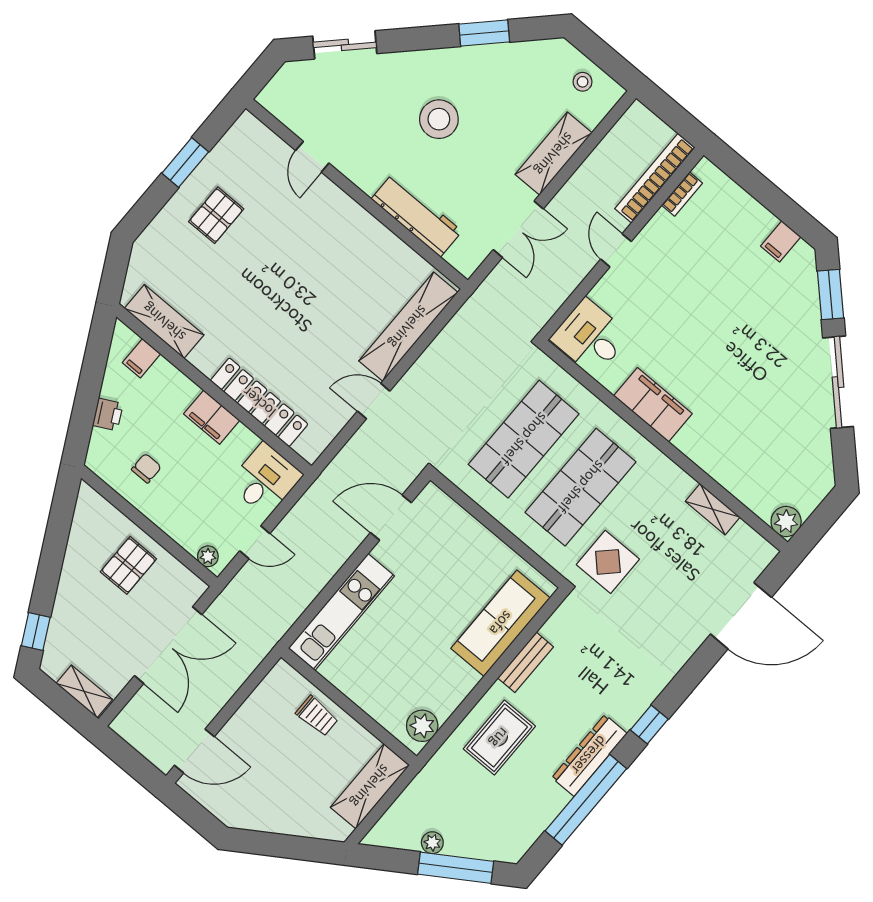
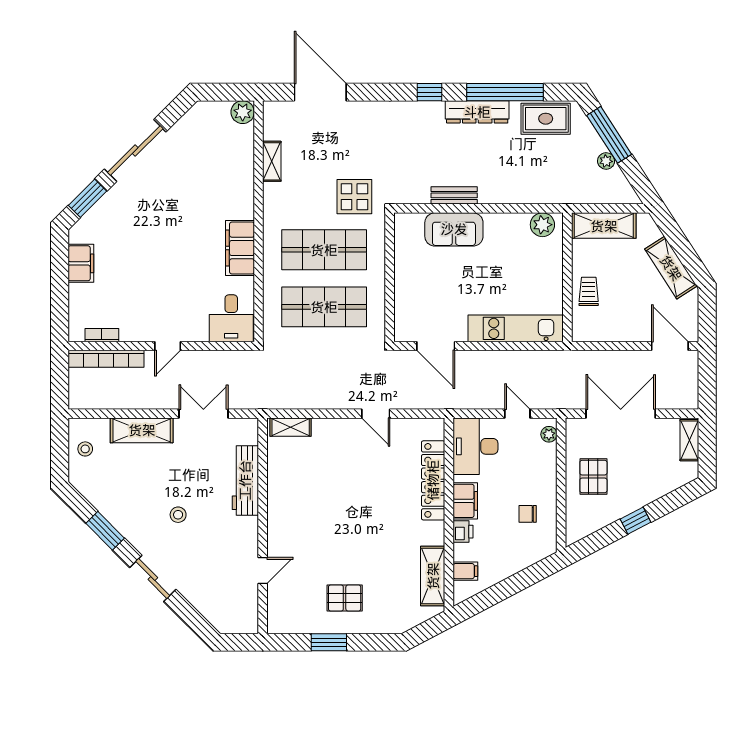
sliding door: (345, 45) -> (153, 579), moved
stool: (439, 119) -> (178, 515), width x0.53, depth x0.53
filing cabinet: (781, 241) -> (81, 263), width x2.00
shelving: (408, 327) -> (291, 427), width x0.45, depth x0.75
printer: (108, 414) -> (463, 532), moved, turned 118
desk: (265, 479) -> (475, 446), width x1.37
pallet: (128, 565) -> (593, 476), turned 90
sofa: (501, 623) -> (454, 229), width x0.73
window: (36, 631) -> (635, 521), moved
rug: (499, 738) -> (546, 119), moved
shelving: (272, 818) -> (671, 268), added

